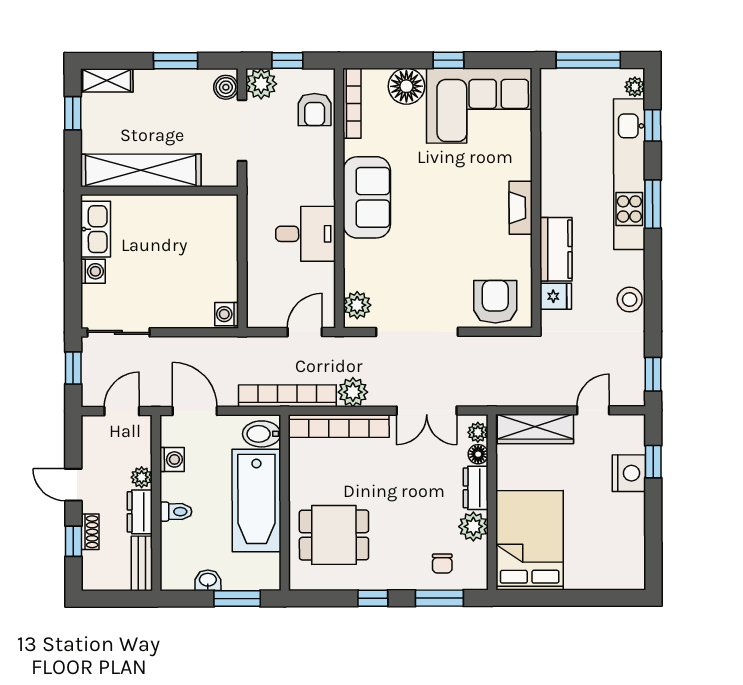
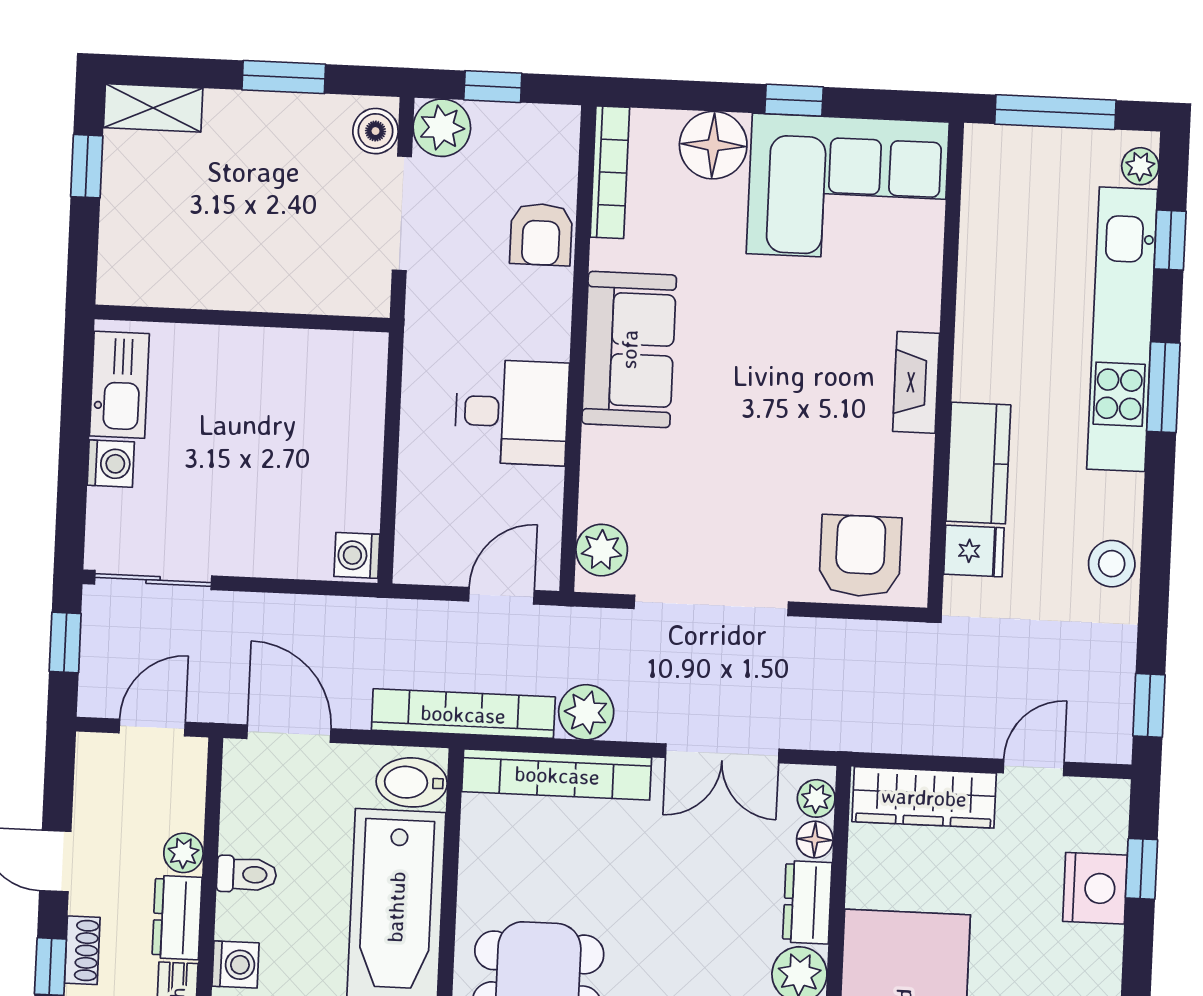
armchair: (315, 110) -> (541, 234), moved
shelving: (141, 170) -> (209, 279), removed
washing machine: (172, 459) -> (235, 965), moved
toilet: (176, 512) -> (247, 874), moved

